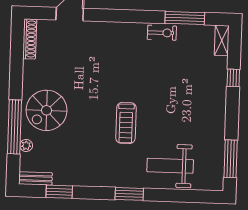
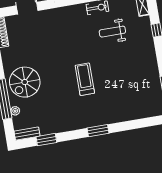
treadmill: (126, 123) -> (85, 79), turned 180
weight bench: (170, 166) -> (112, 32), moved, width x0.73, depth x0.75

